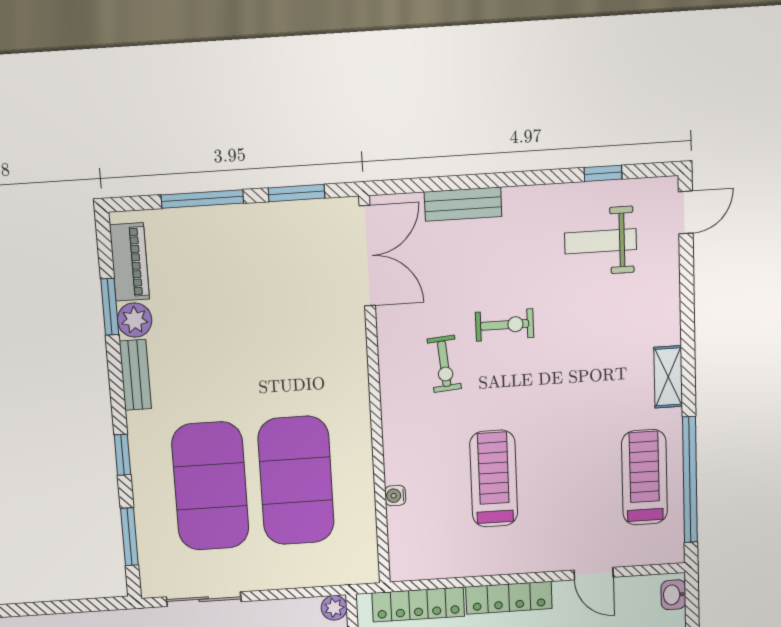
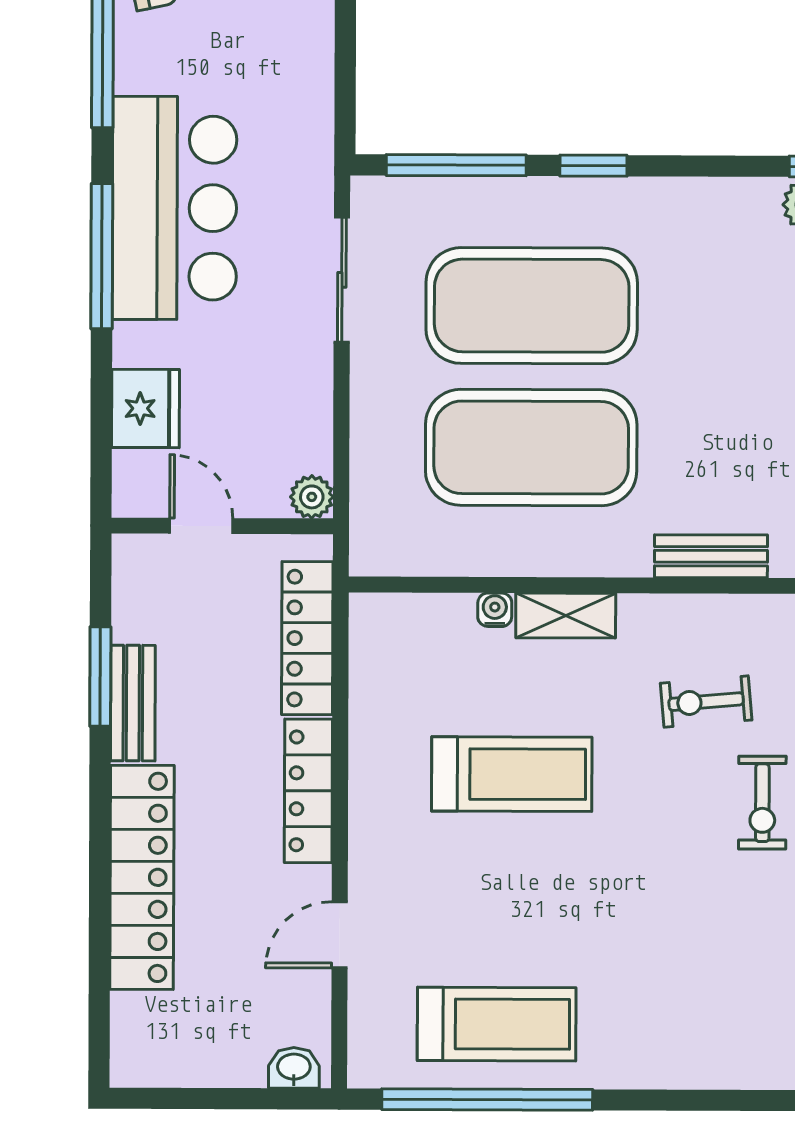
bench: (135, 375) -> (711, 556), moved
shelving: (668, 377) -> (566, 616), moved
window: (129, 537) -> (456, 165), width x1.44

